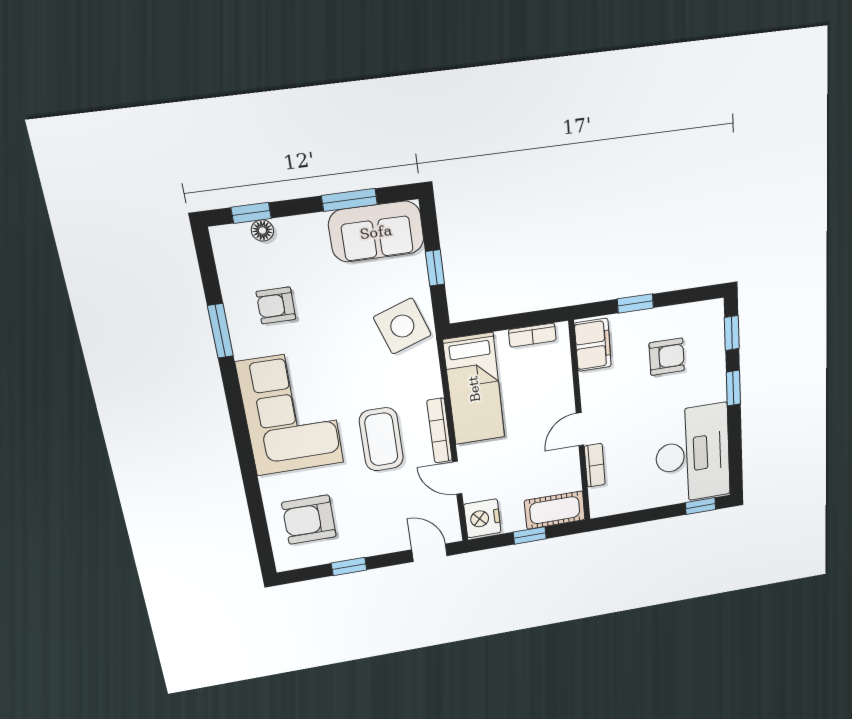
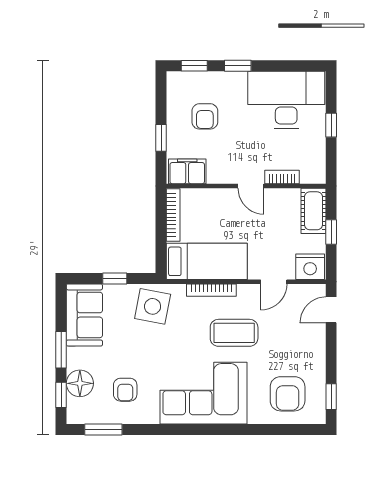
window: (349, 200) -> (61, 350), moved
floor lamp: (262, 230) -> (80, 383), width x1.89, depth x1.89
side table: (402, 326) -> (153, 306), turned 30
window: (220, 331) -> (103, 429), moved
bookcase: (532, 335) -> (173, 215), width x1.56
armchair: (667, 357) -> (205, 116), turned 180
bookcase: (439, 431) -> (211, 290), moved
window: (701, 506) -> (331, 125), moved
window: (349, 567) -> (331, 397), moved

